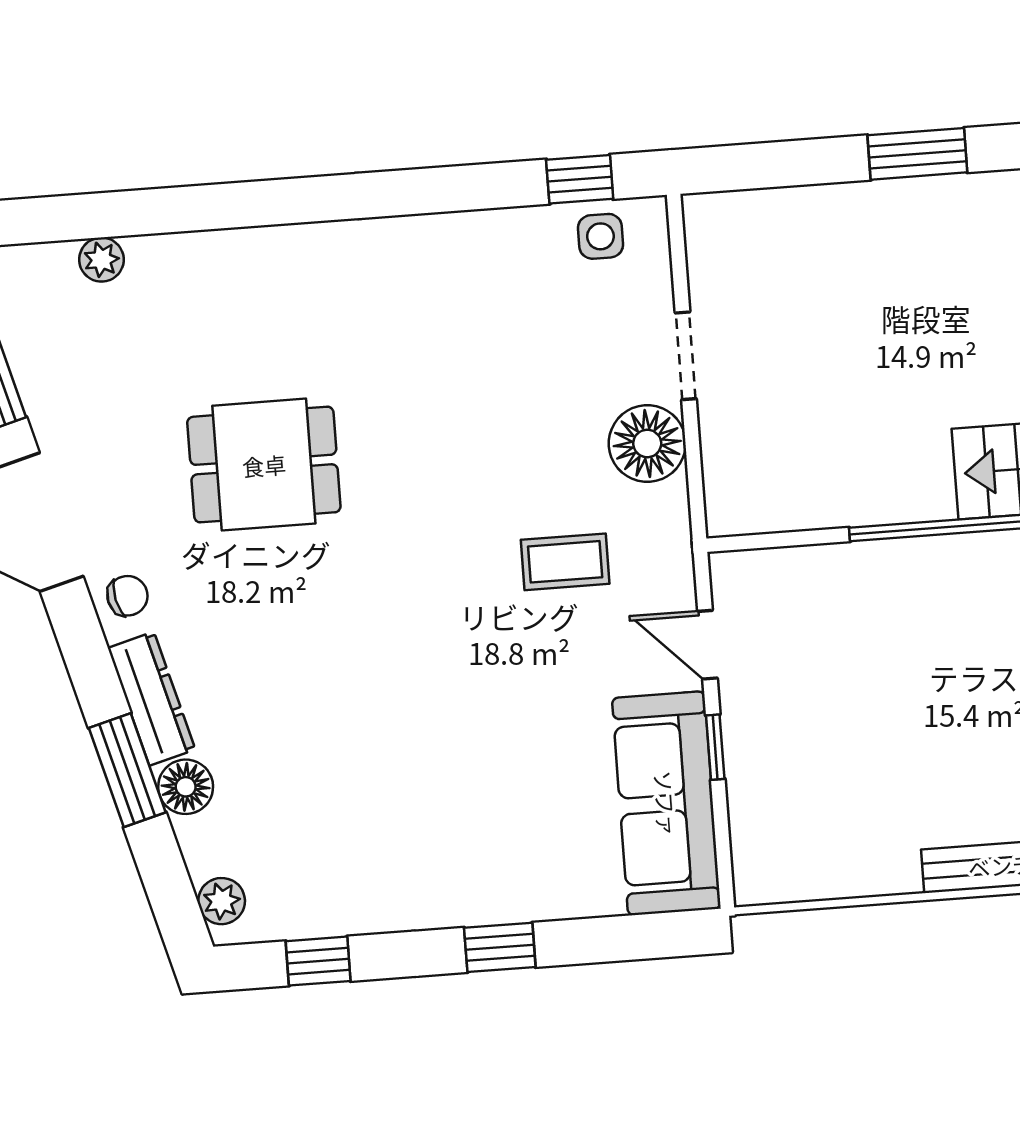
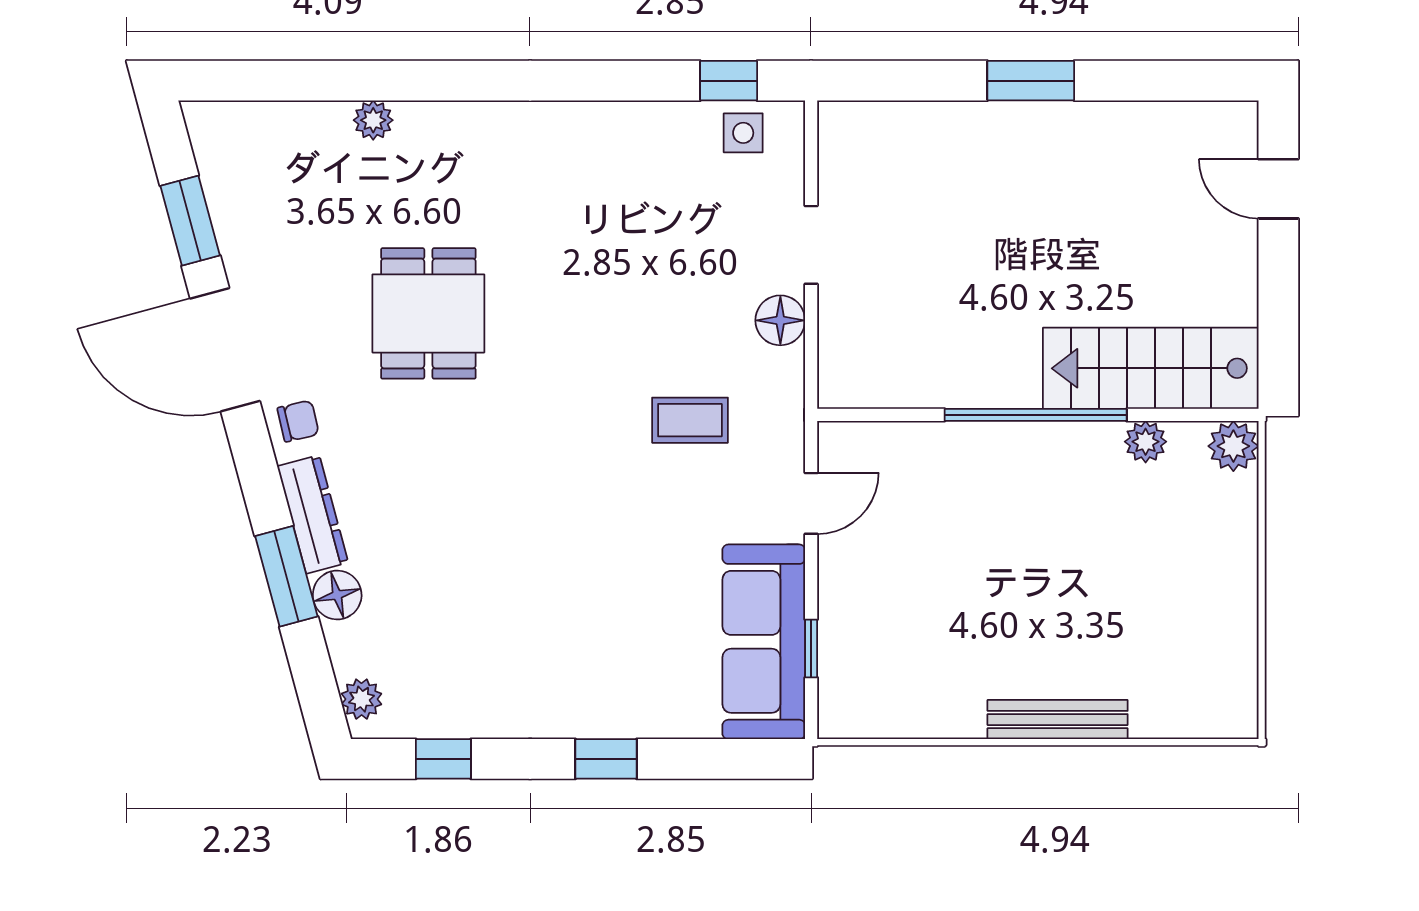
plant: (101, 260) -> (373, 120), moved
floor lamp: (647, 443) -> (780, 320), width x0.73, depth x0.73
dining table: (264, 465) -> (428, 313), turned 90
door: (708, 645) -> (811, 503), swing flipped
window: (715, 747) -> (811, 649), moved

